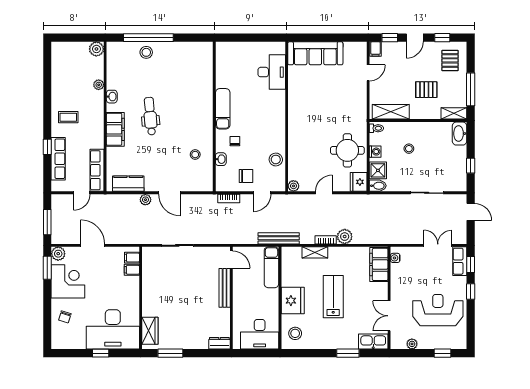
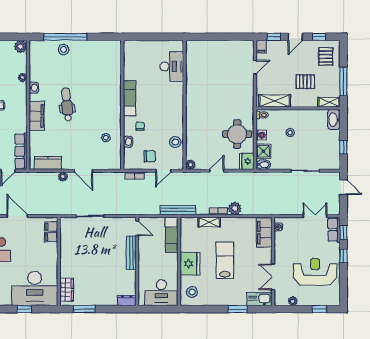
sofa: (315, 53) -> (209, 50), removed

